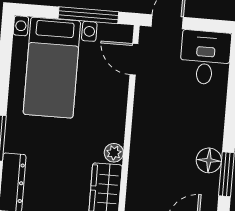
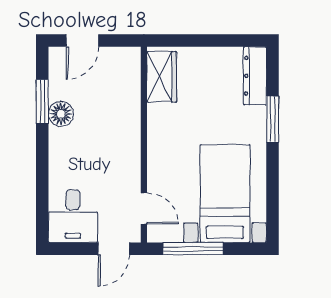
plant: (114, 153) -> (156, 114), removed

